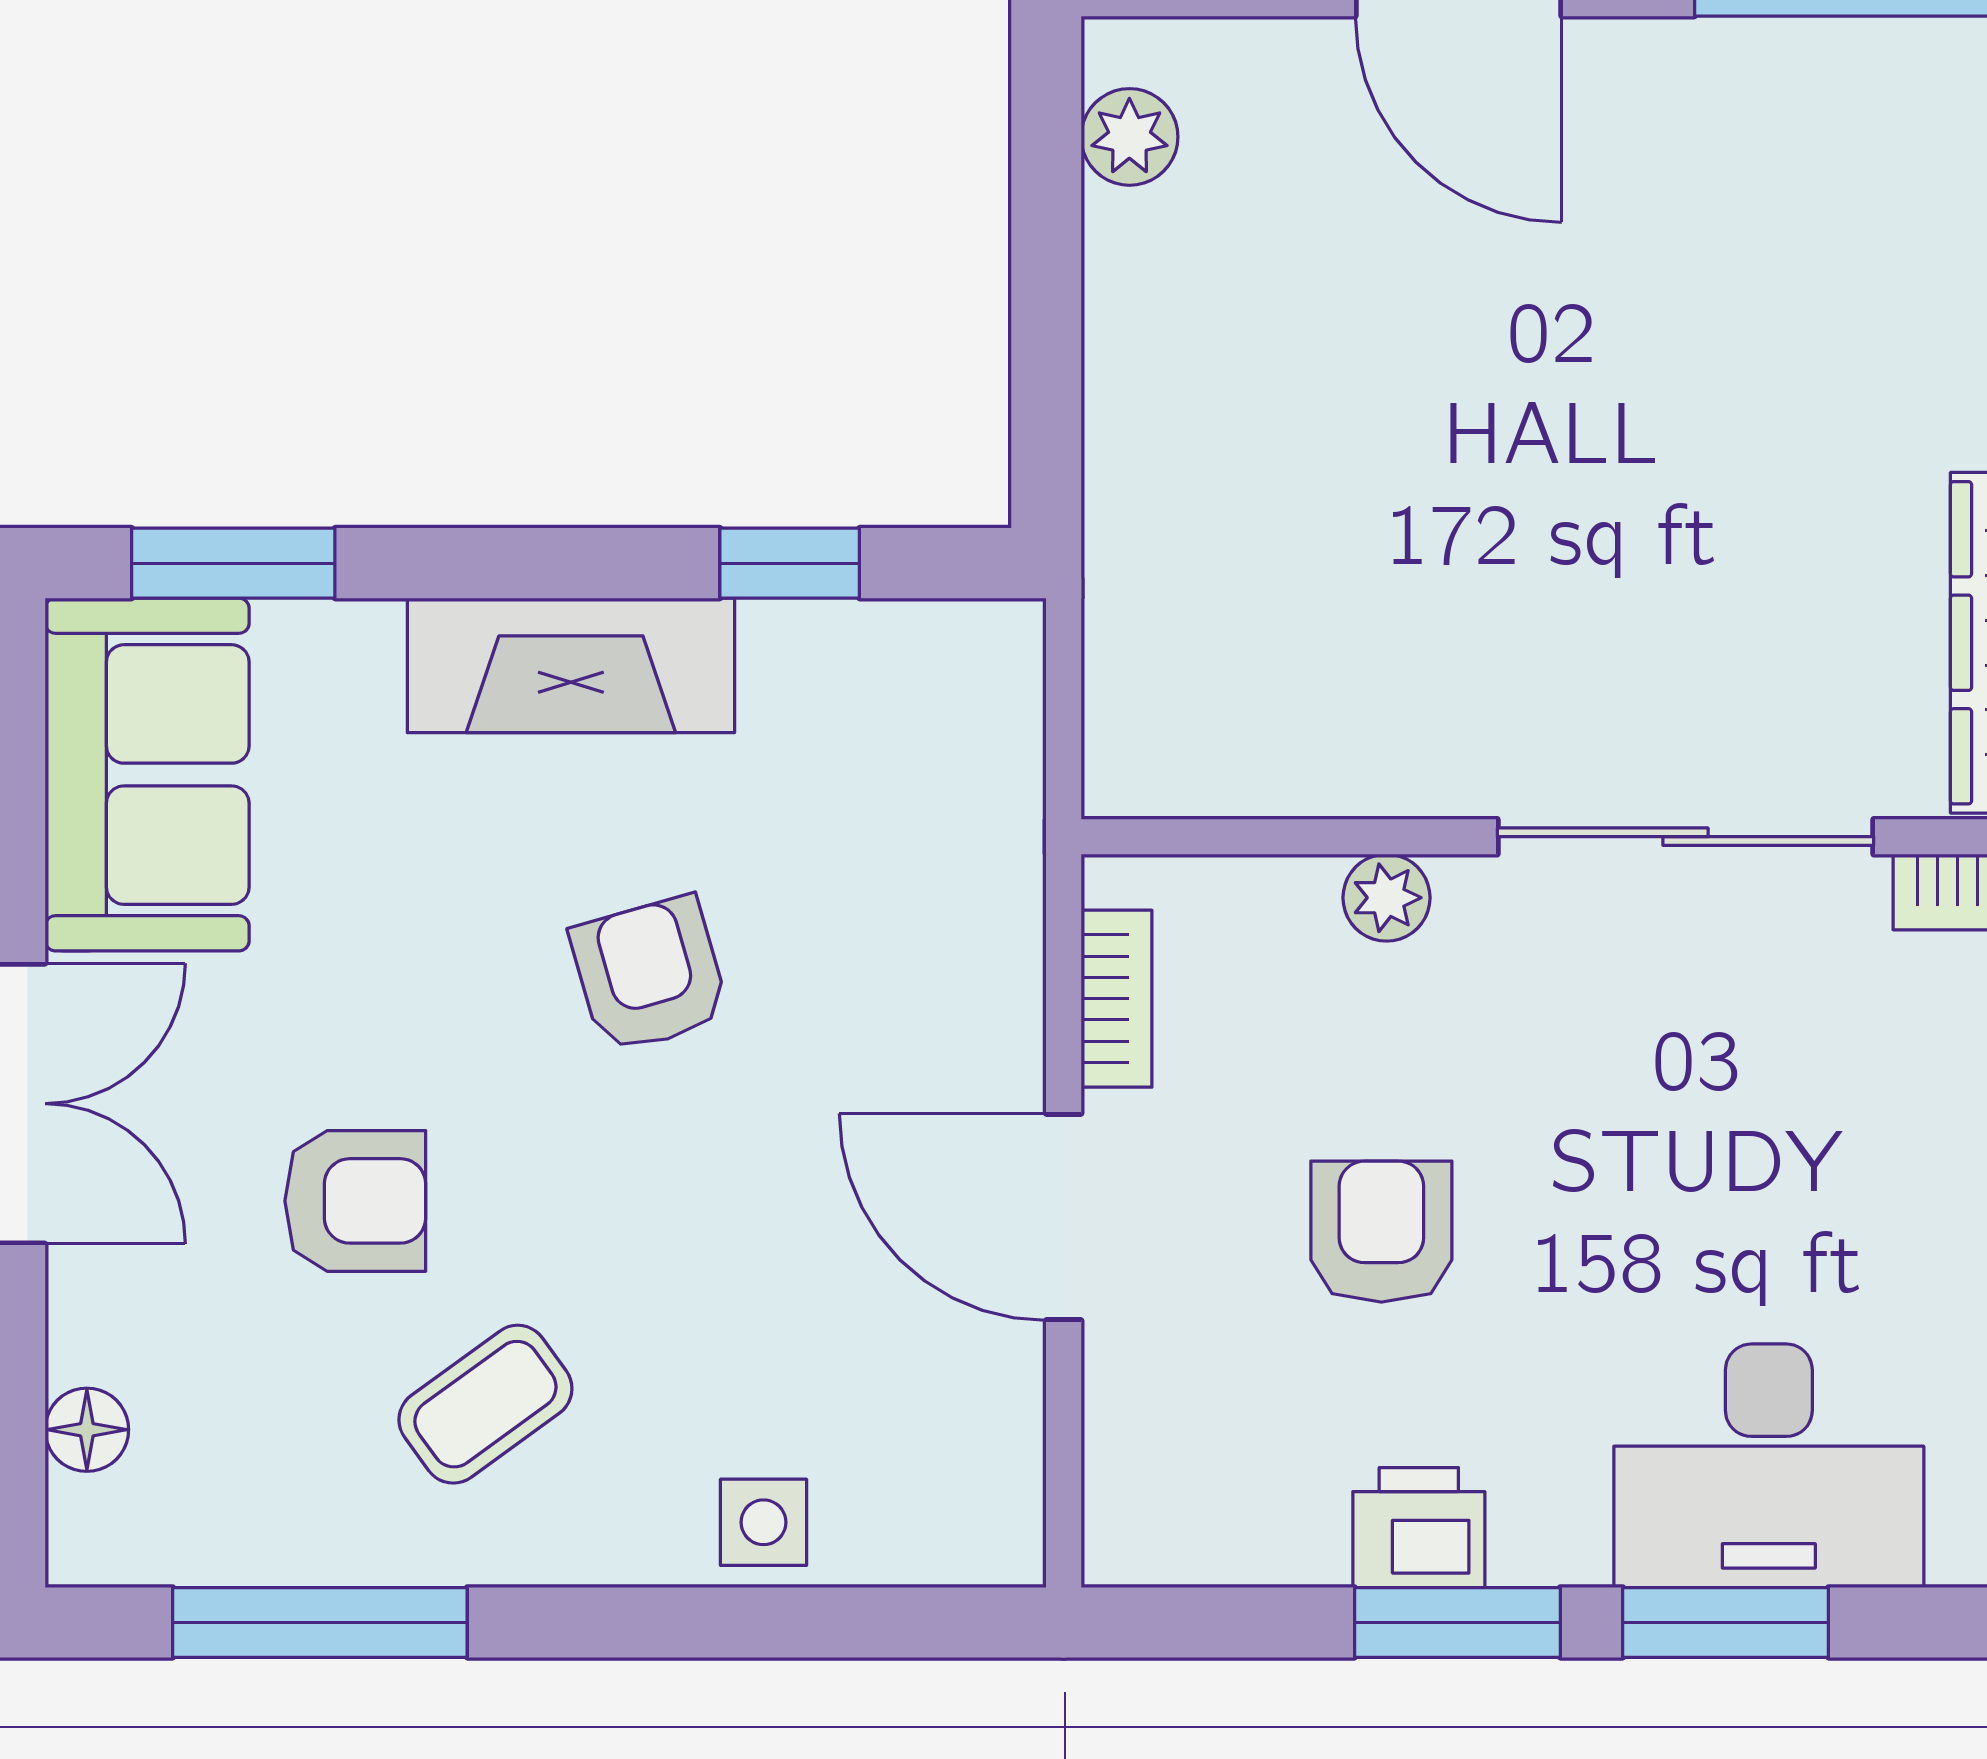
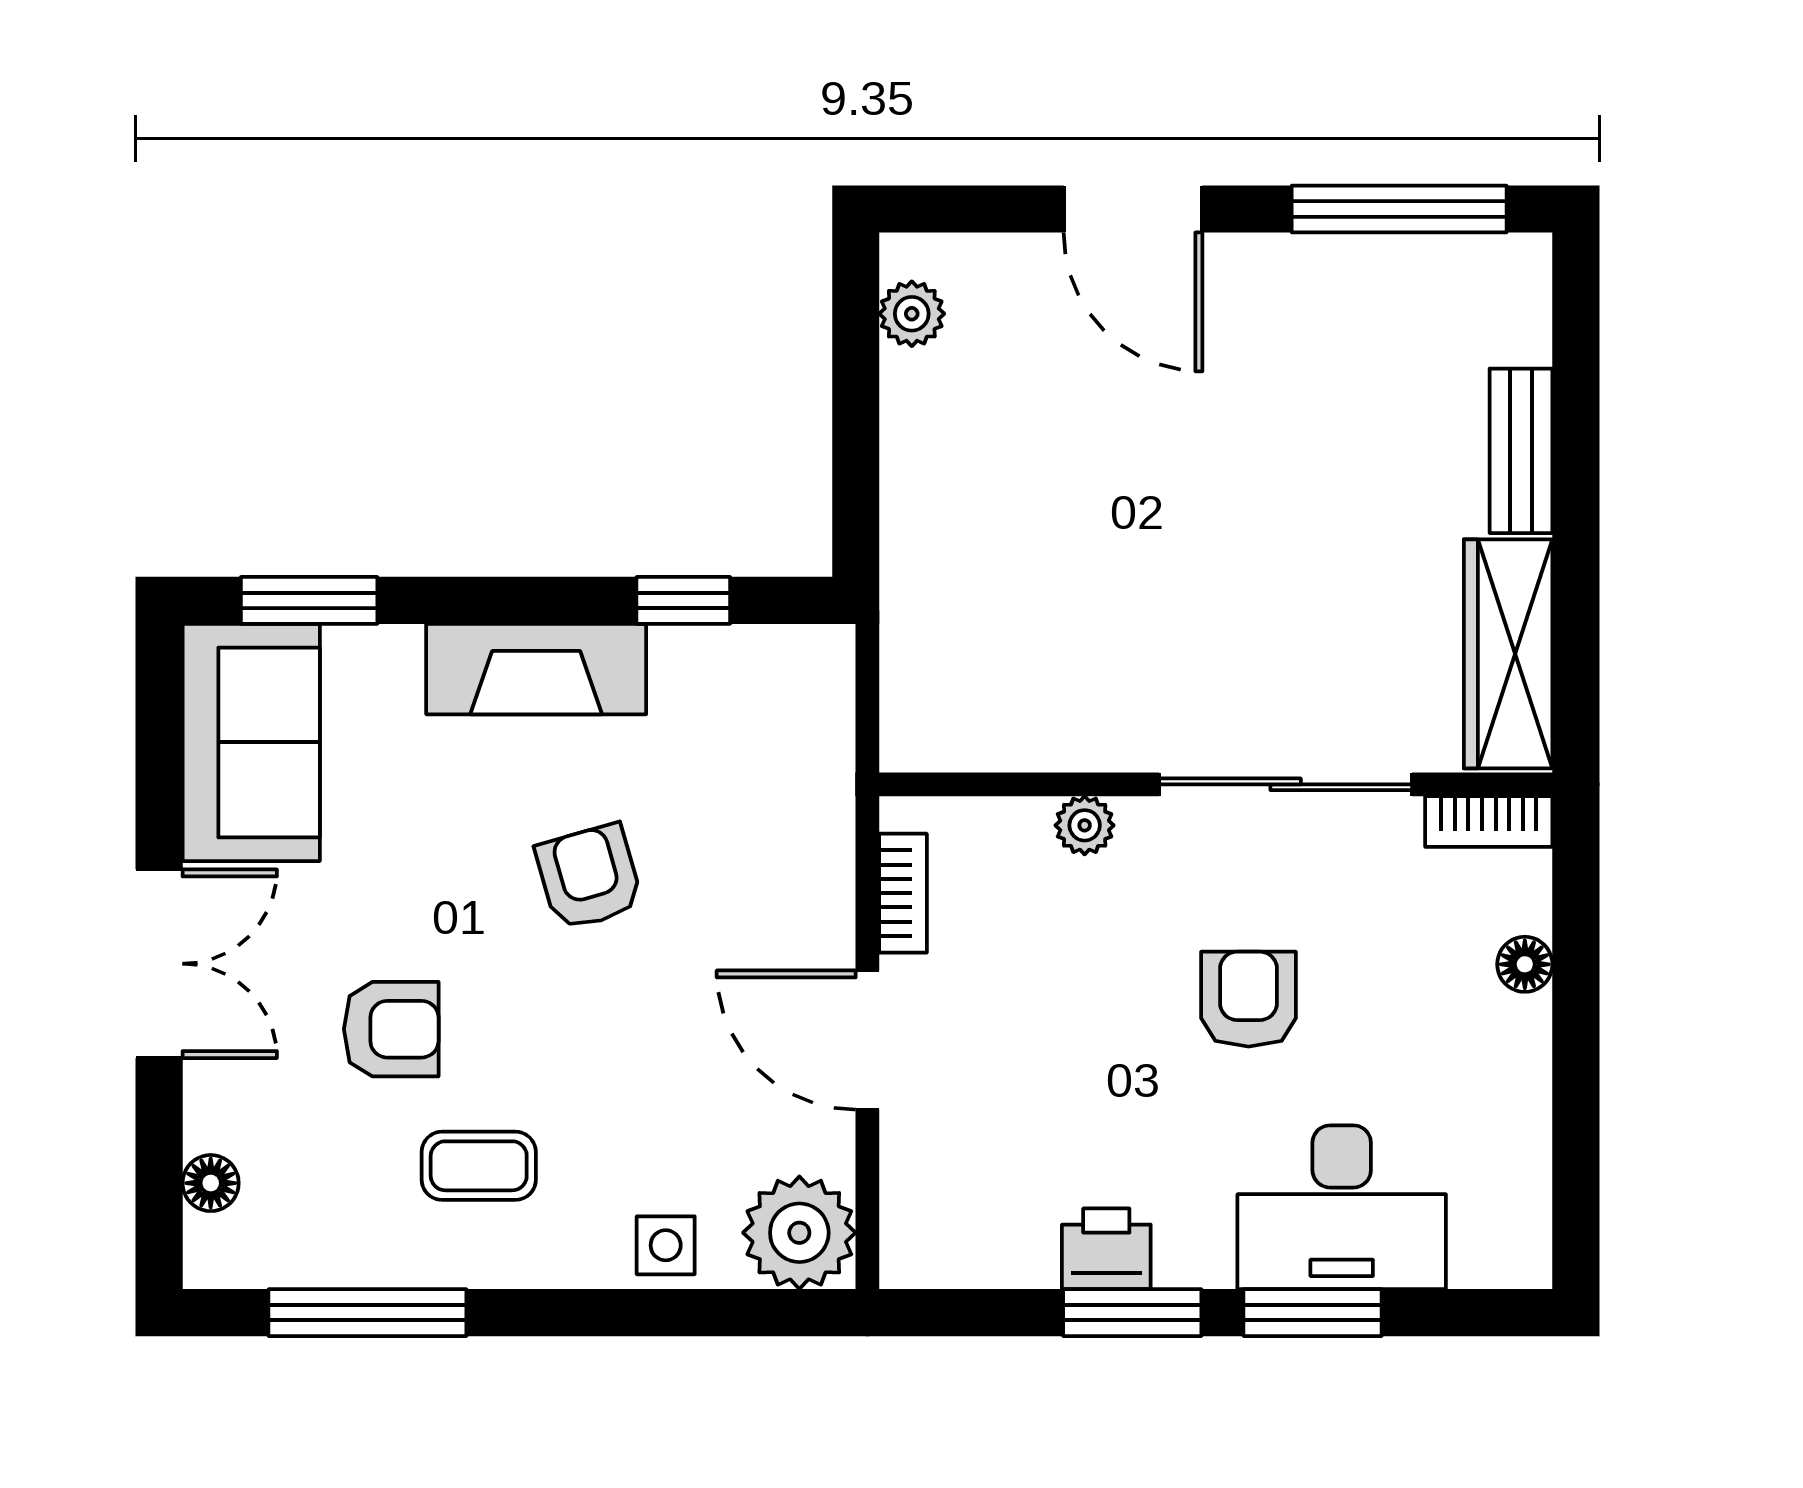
armchair: (1381, 1232) -> (1249, 999), moved
coffee table: (485, 1404) -> (479, 1166), turned 36
plant: (962, 1504) -> (799, 1233), added

